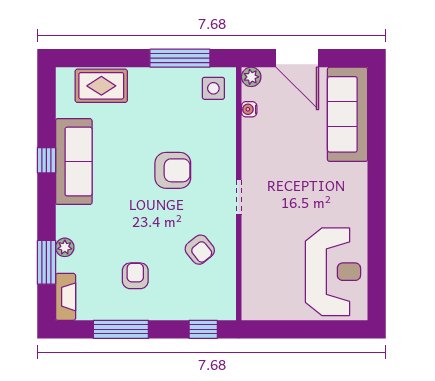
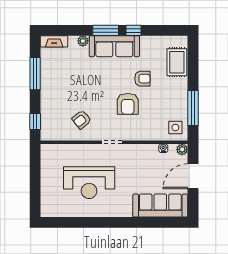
sofa: (74, 162) -> (114, 46), moved
window: (46, 262) -> (106, 30), moved
reception desk: (333, 272) -> (89, 183), moved
armchair: (135, 276) -> (142, 79), moved

